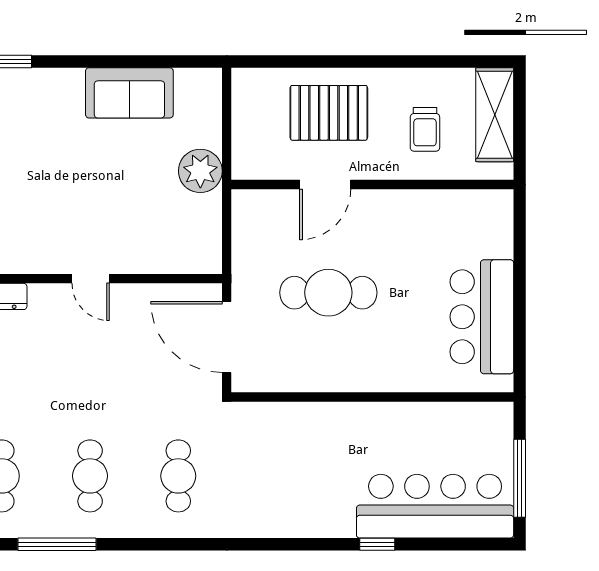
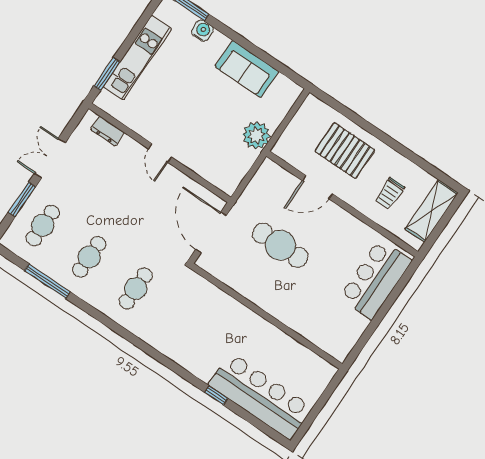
water cooler: (38, 82) -> (202, 31), added
bar counter: (482, 317) -> (375, 279), moved
window: (520, 478) -> (315, 412), removed

